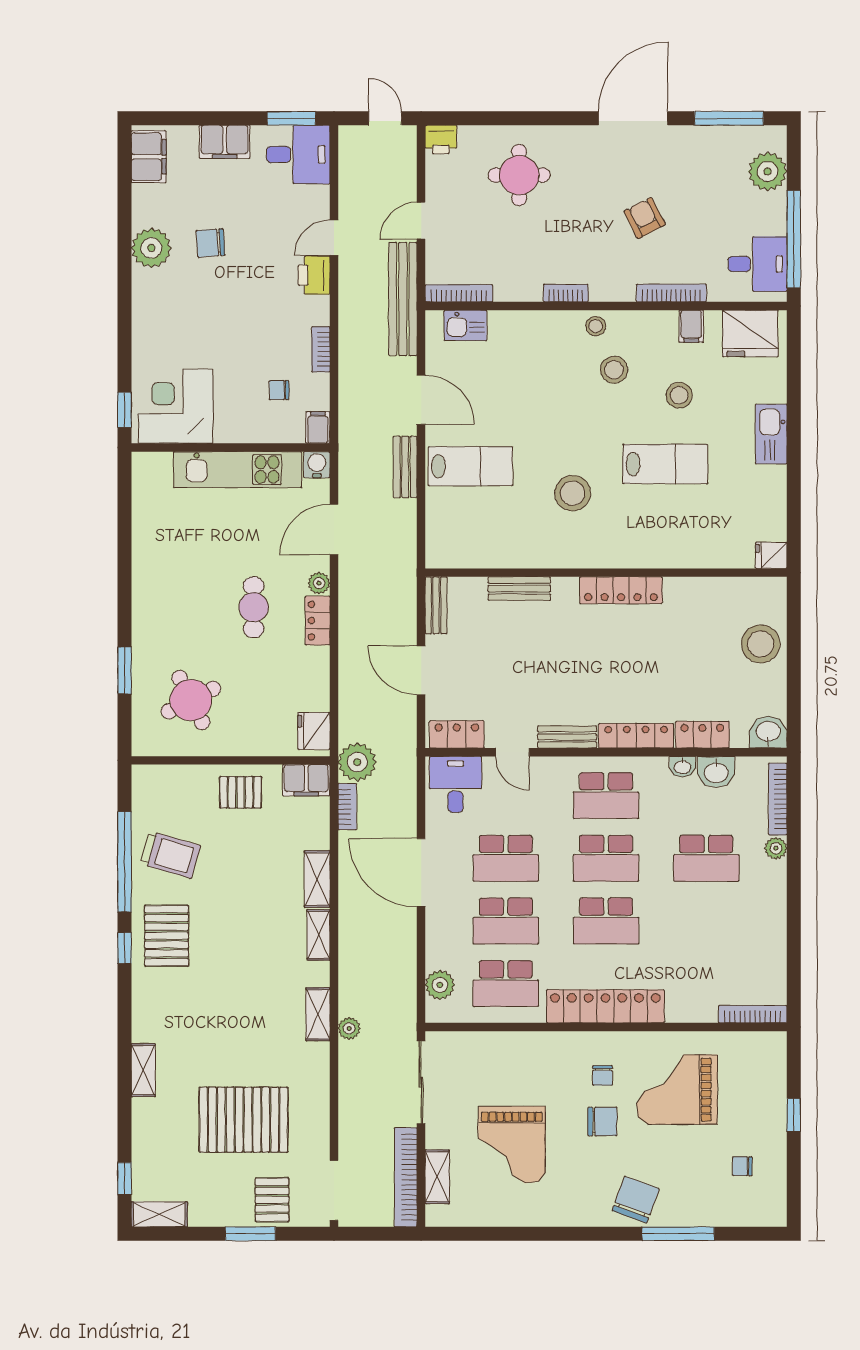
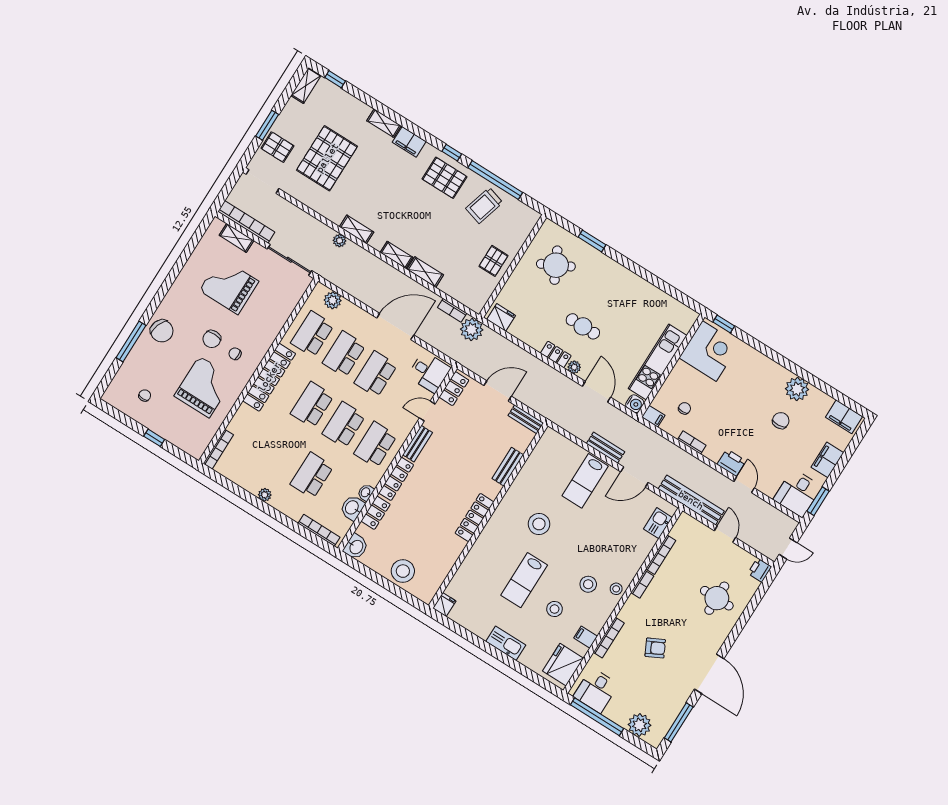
bookcase: (459, 293) -> (661, 555), moved
filing cabinet: (306, 780) -> (409, 142), moved, turned -90
plant: (776, 848) -> (265, 495), moved

